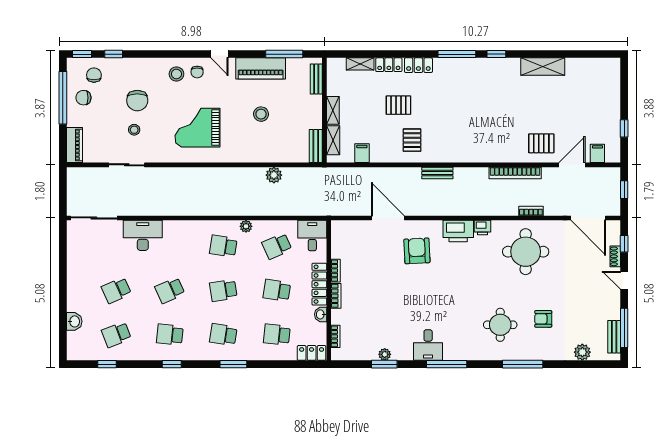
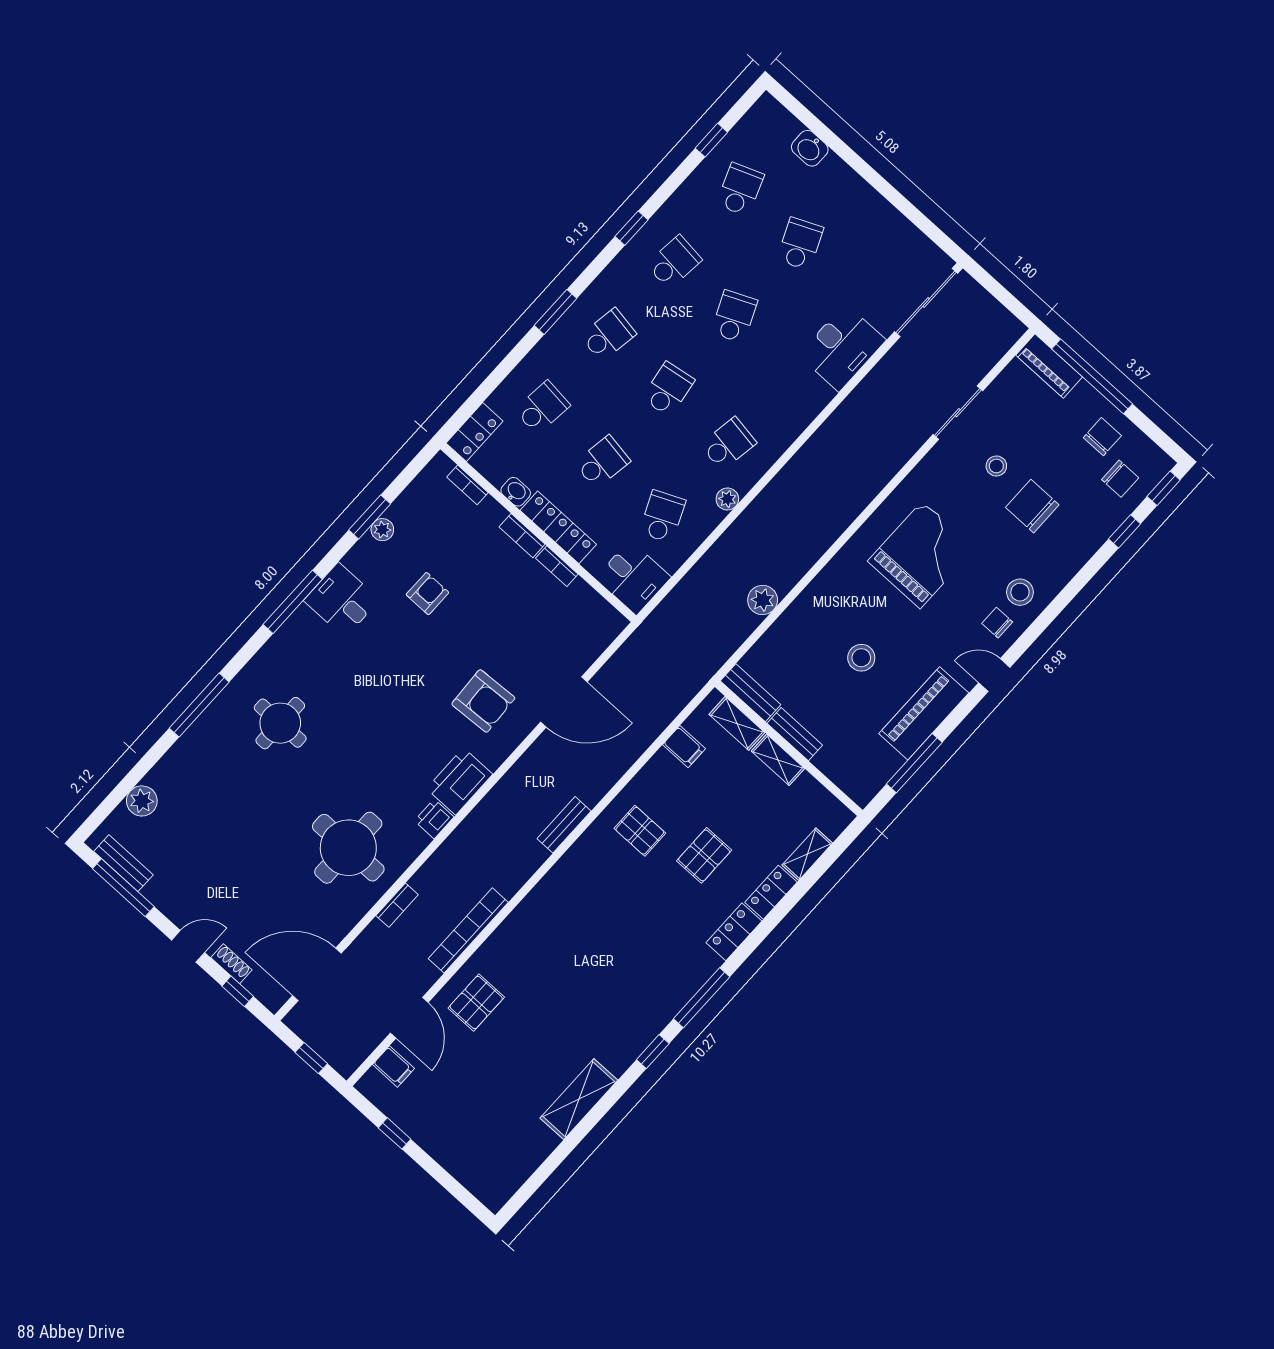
bench: (316, 79) -> (795, 734), moved
window: (63, 98) -> (1092, 376), moved
armchair: (543, 319) -> (427, 594), moved

